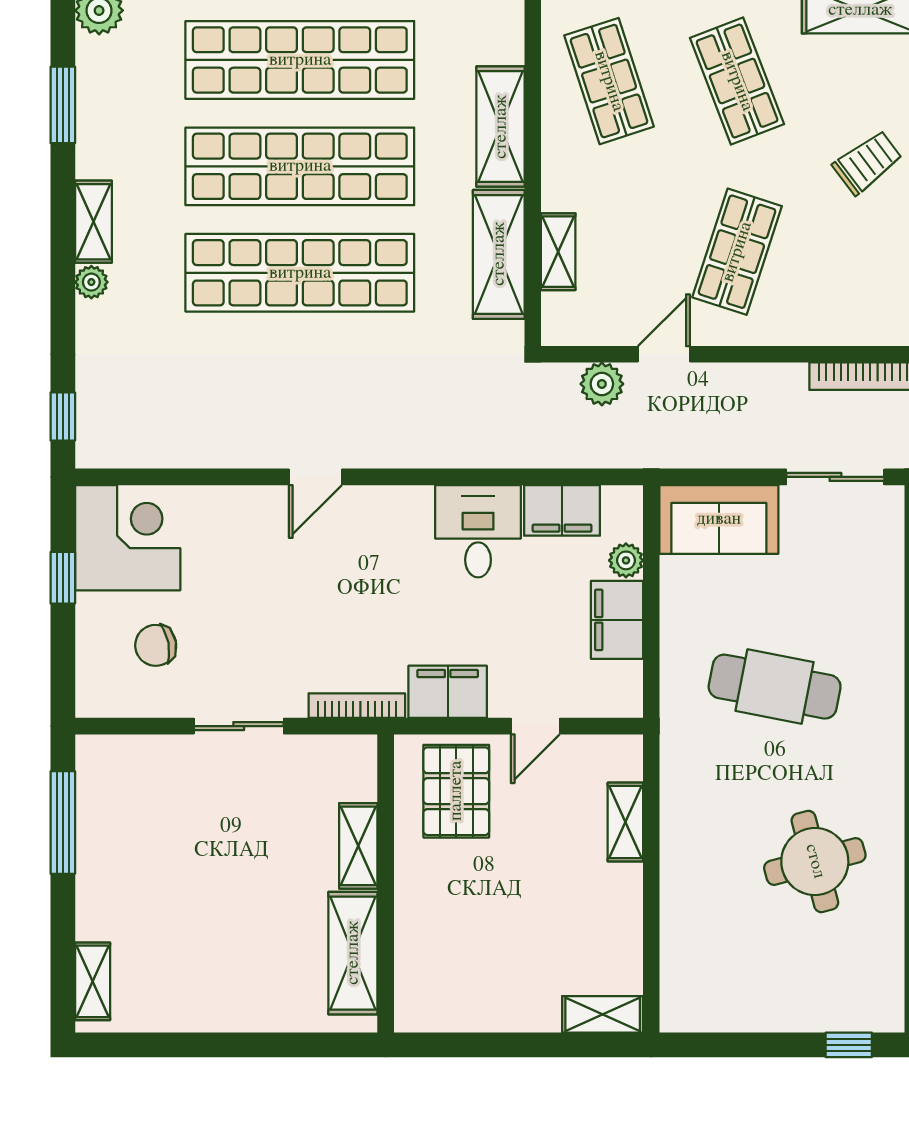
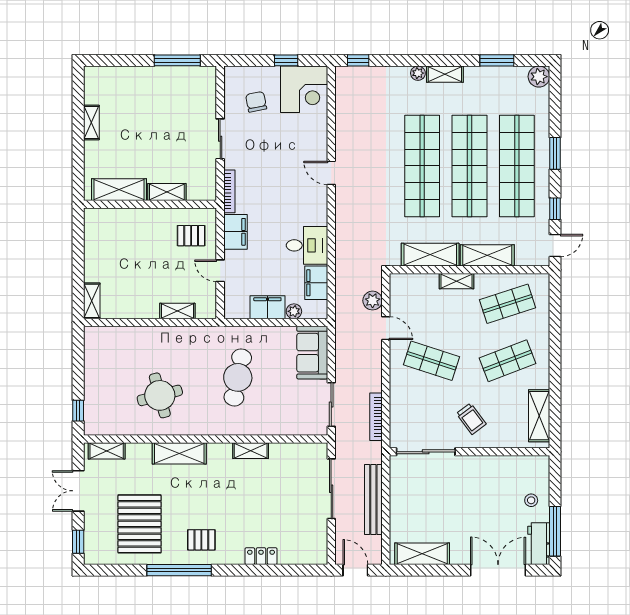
shelving: (558, 252) -> (457, 281), moved
pallet: (456, 791) -> (191, 236), width x0.67, depth x0.71
shelving: (93, 981) -> (91, 122), moved, turned 90

